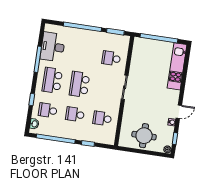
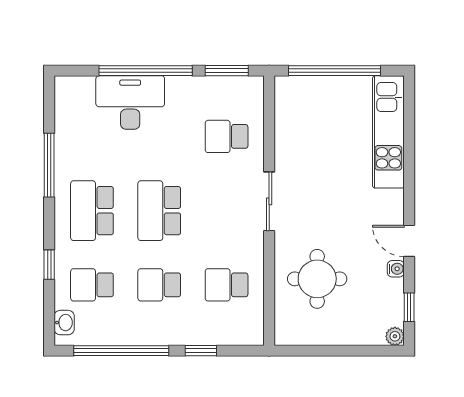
desk: (53, 47) -> (130, 103), moved, turned 90
door: (179, 112) -> (409, 241), swing flipped
round table: (144, 136) -> (317, 279), moved

